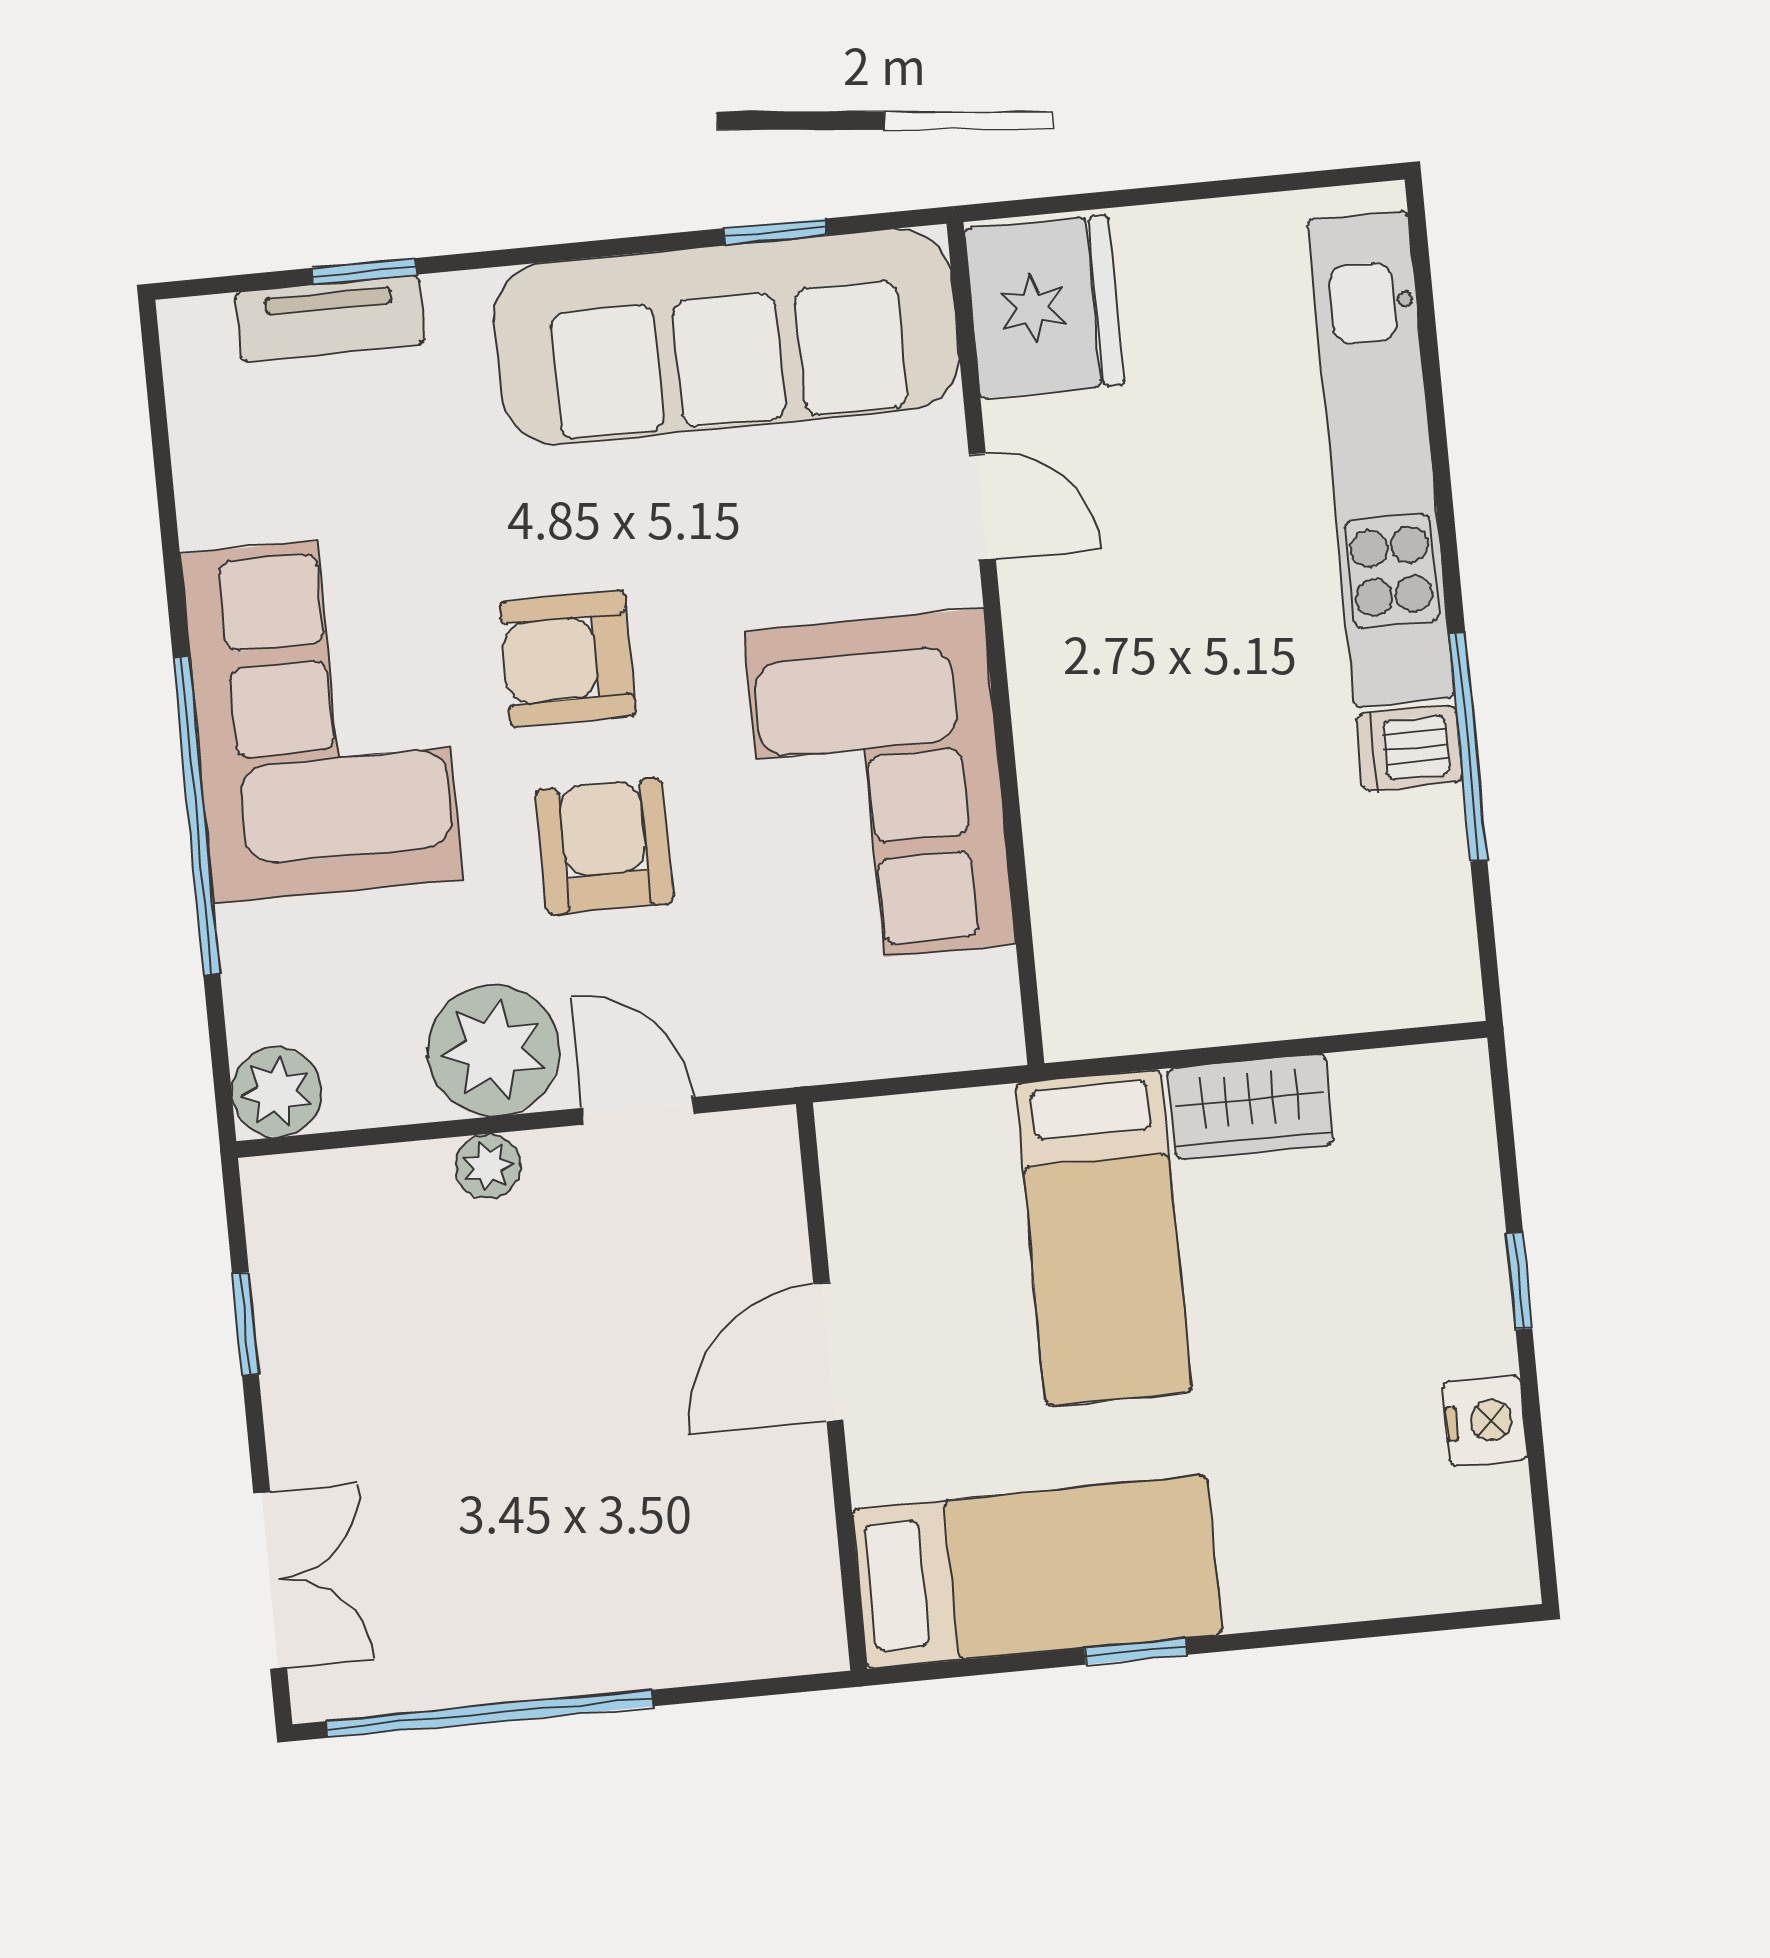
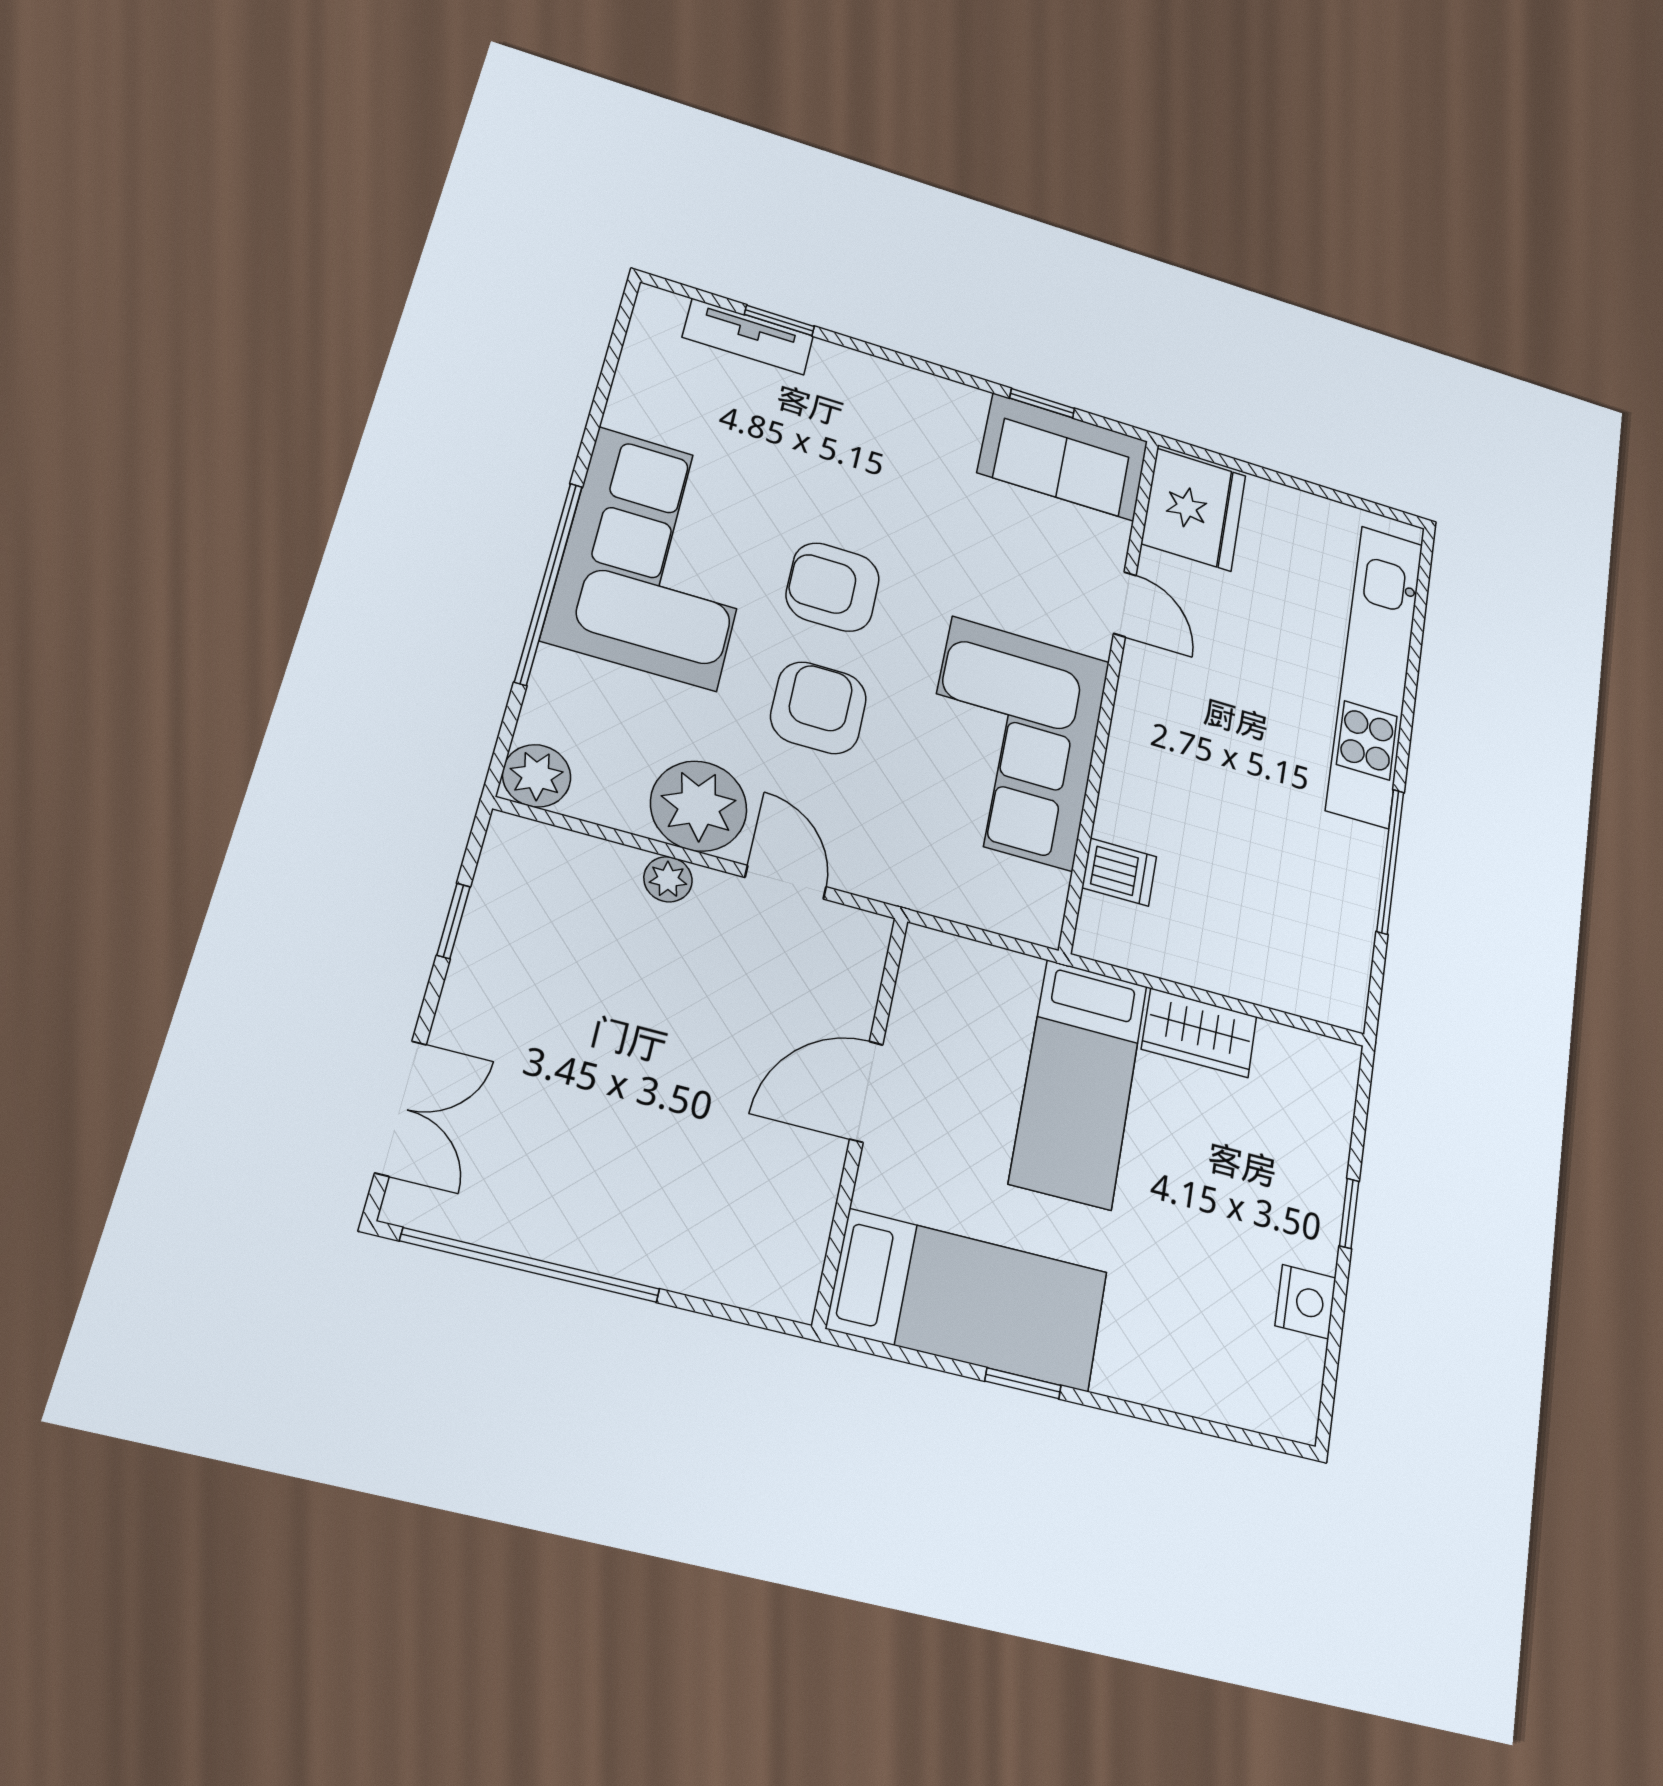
sofa: (727, 336) -> (1063, 457), width x0.54, depth x0.79
dishwasher: (1409, 748) -> (1119, 872), moved, turned 180

